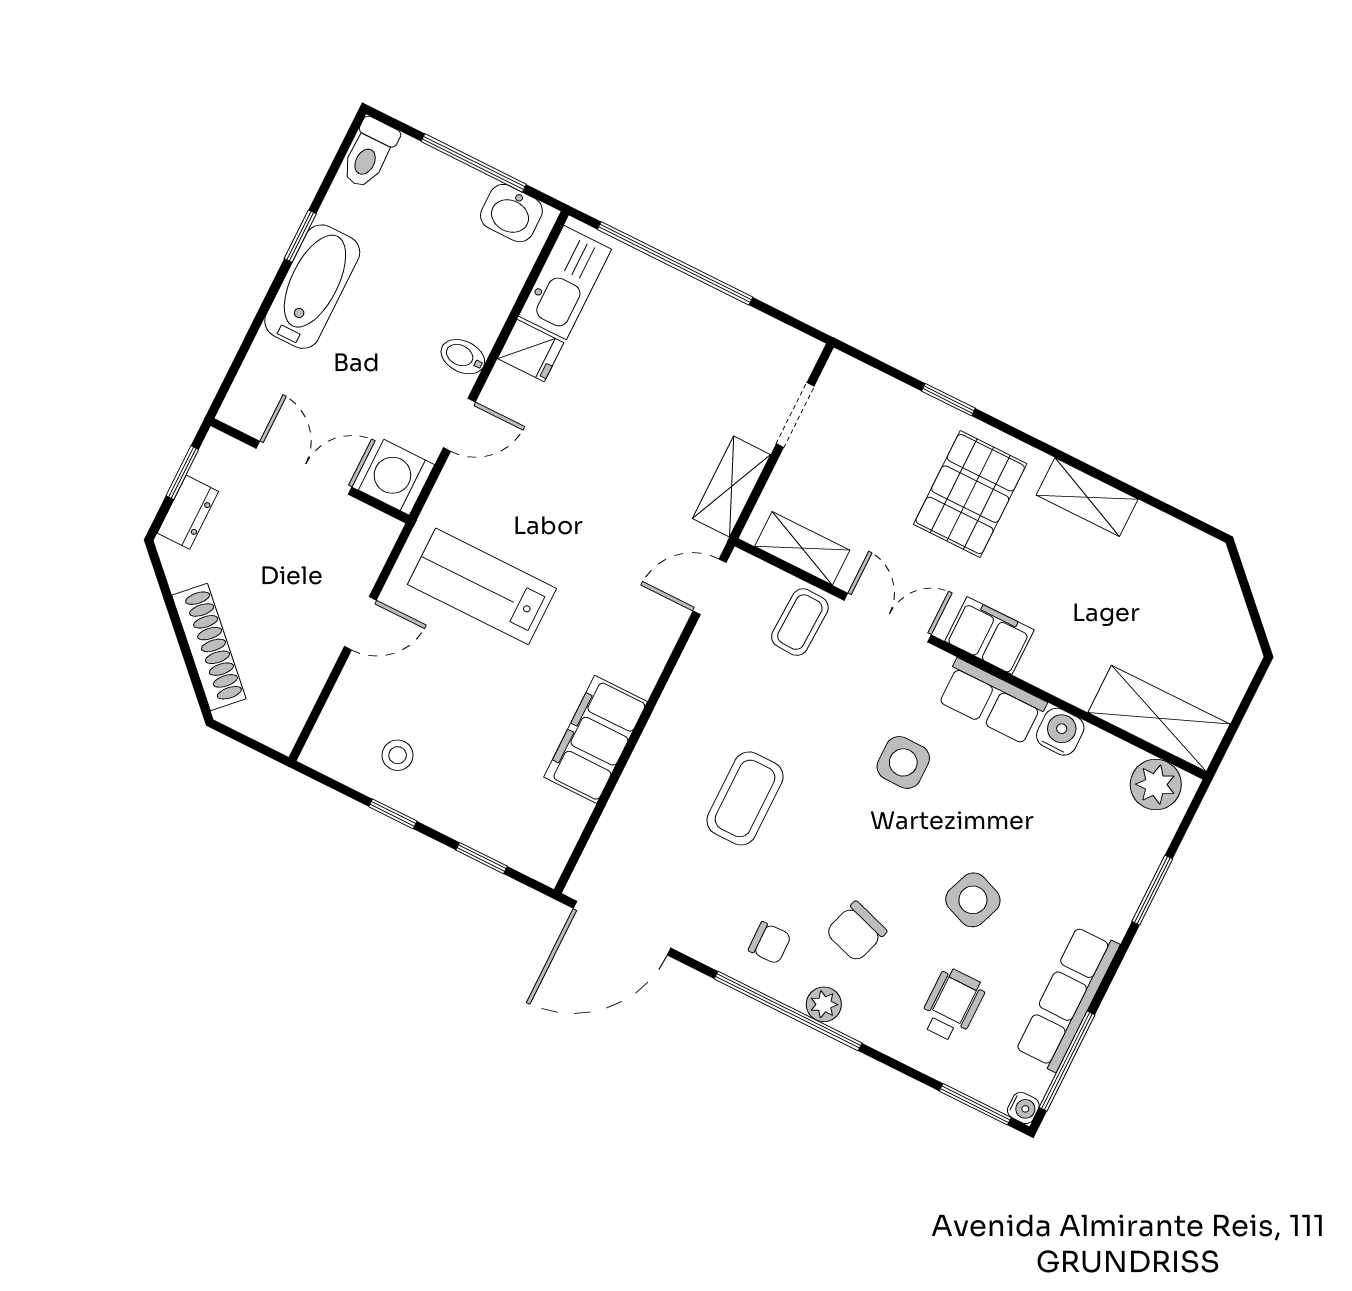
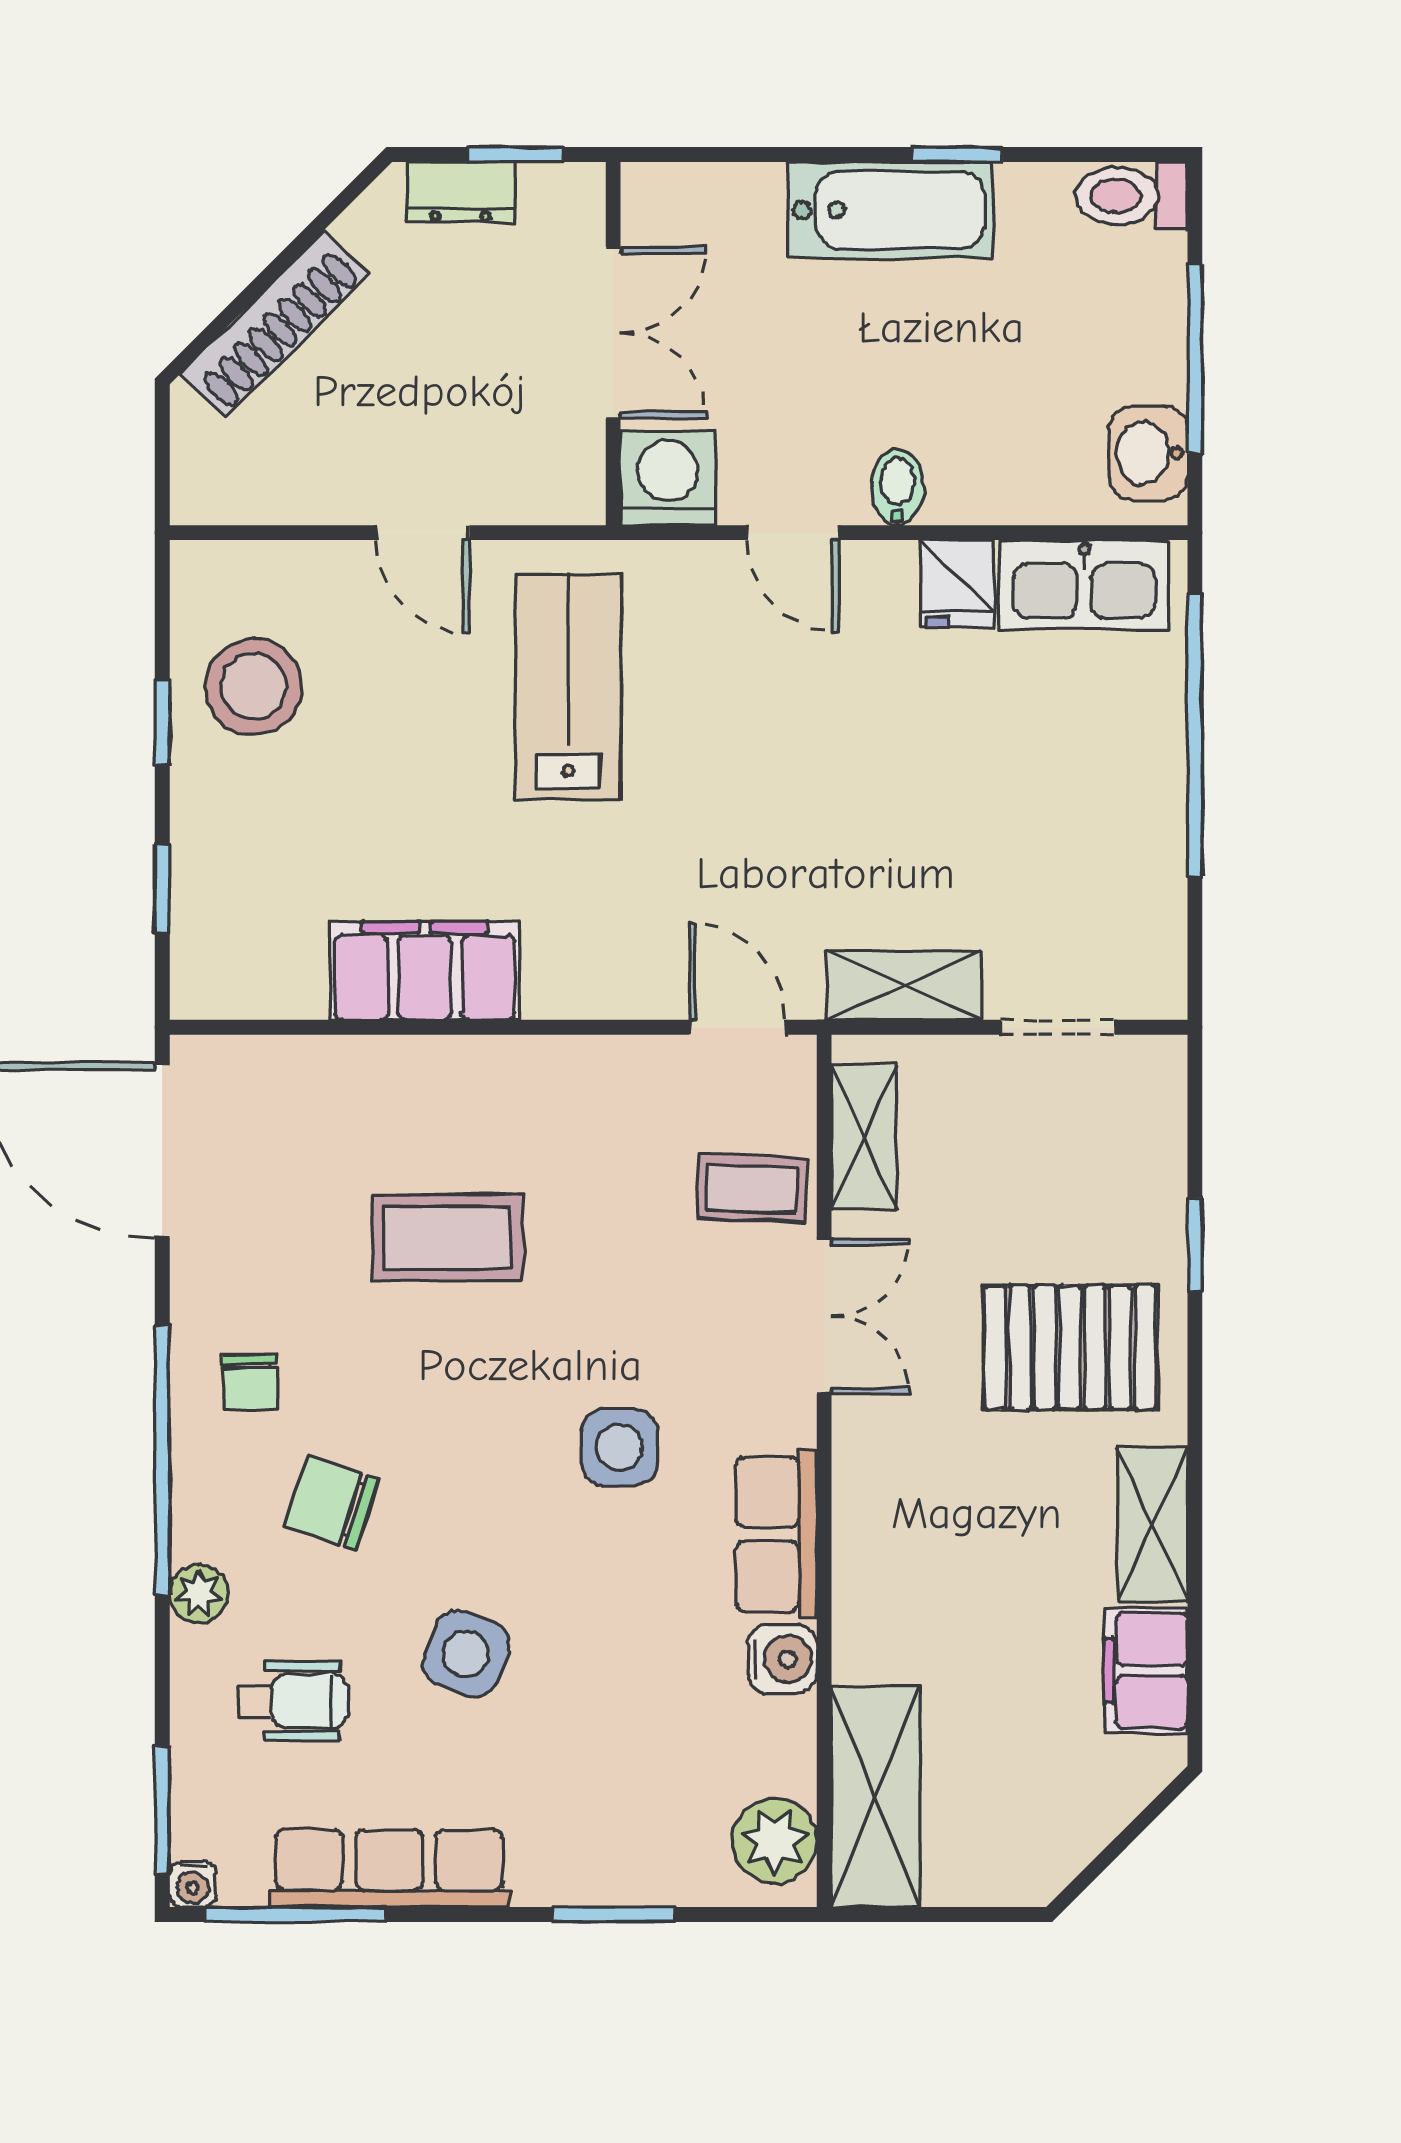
filing cabinet: (990, 636) -> (1146, 1671), moved, turned 180
stool: (398, 755) -> (253, 686), width x1.89, depth x1.89
plant: (824, 1004) -> (199, 1594), moved

